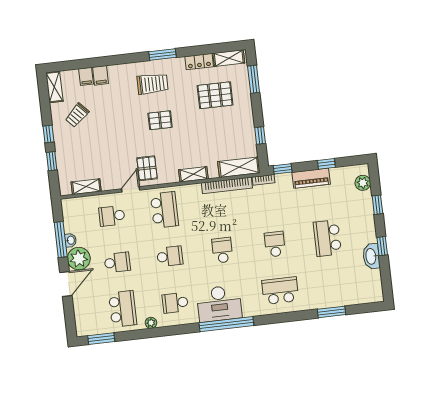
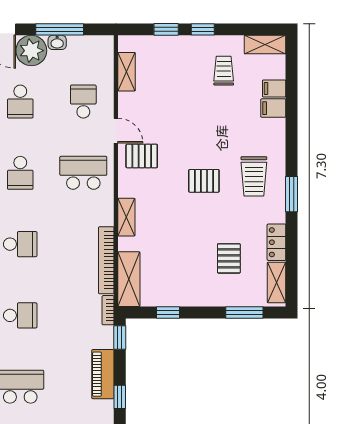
pallet: (215, 95) -> (229, 258), width x0.67, depth x0.71
trolley: (77, 115) -> (224, 71), turned 43
pallet: (160, 120) -> (204, 181), turned 90
school desk: (164, 210) -> (83, 173), turned 180

